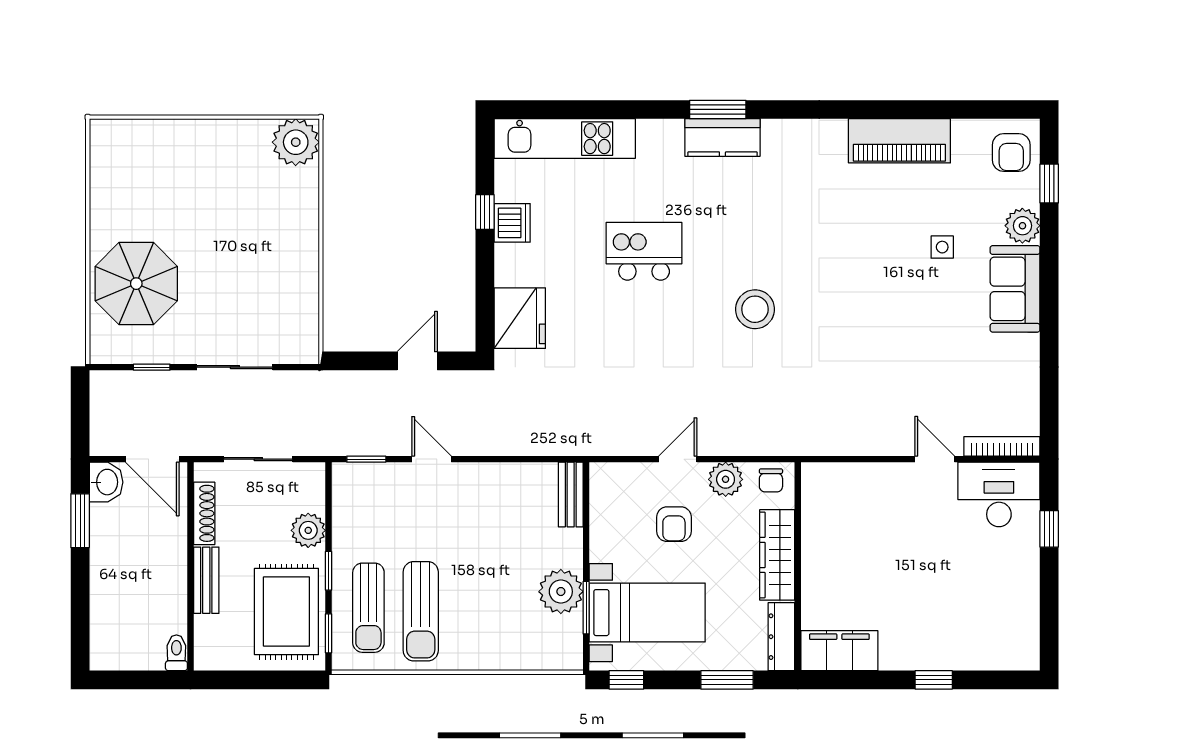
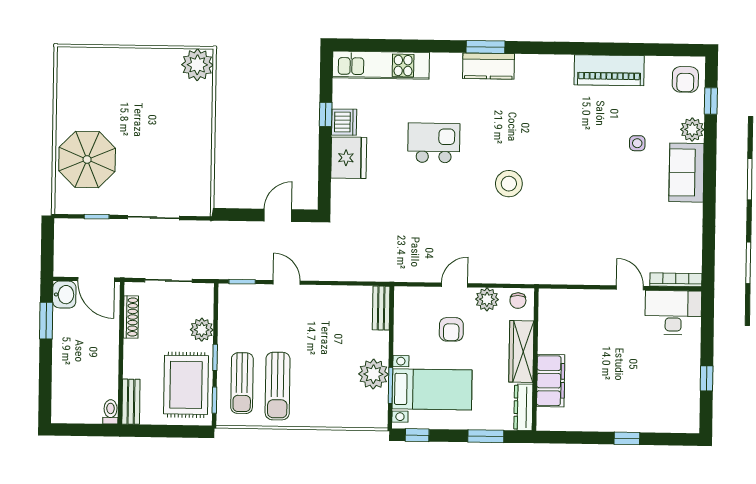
fridge: (520, 318) -> (349, 158), moved
window: (1049, 529) -> (707, 378), moved
bench: (206, 580) -> (131, 402), moved
filing cabinet: (839, 651) -> (551, 381), moved, turned 90

